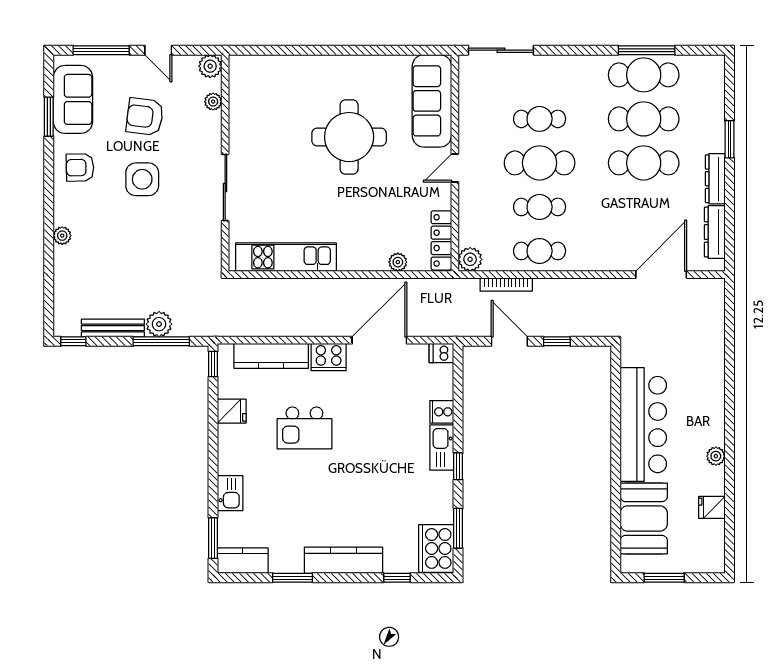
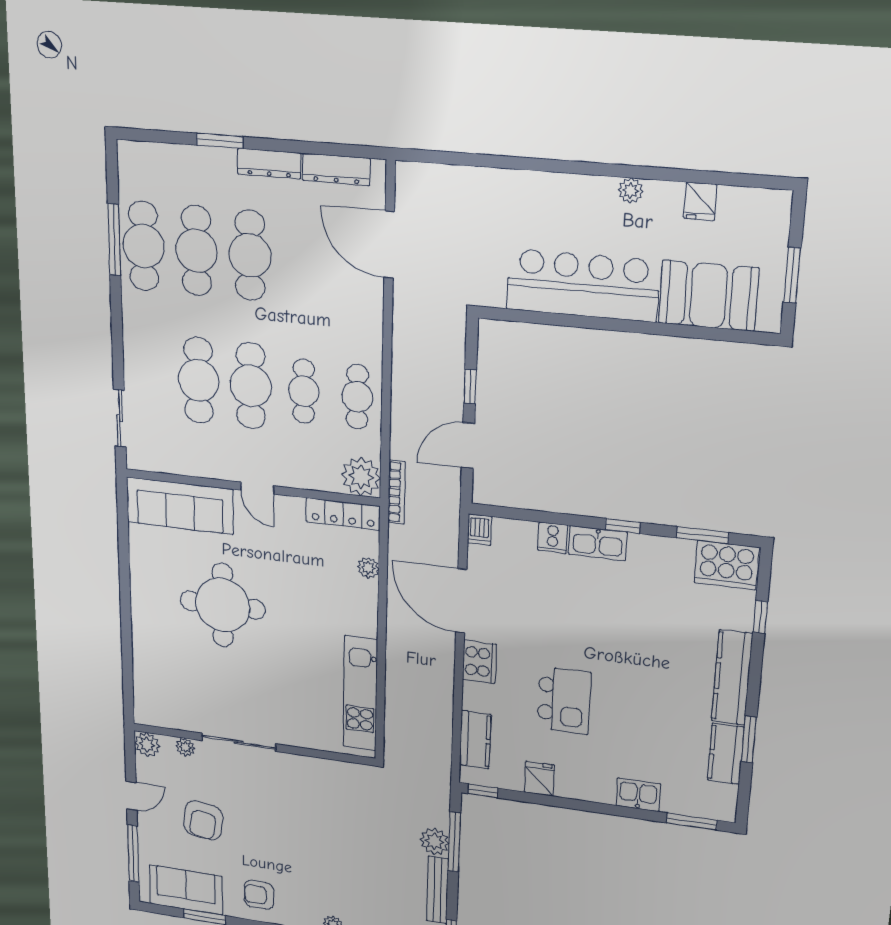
sliding door: (501, 50) -> (120, 418), width x0.73
cafe table: (540, 119) -> (199, 380), width x1.37, depth x1.35
armchair: (80, 168) -> (259, 895), turned 91
side table: (142, 179) -> (272, 834), removed
sliding door: (225, 187) -> (239, 742), moved
plant: (470, 259) -> (361, 477), width x1.36, depth x1.36
bookcase: (506, 285) -> (397, 492), moved
kitchen counter: (271, 356) -> (475, 740), width x0.67
kitchen counter: (243, 561) -> (726, 754), moved

